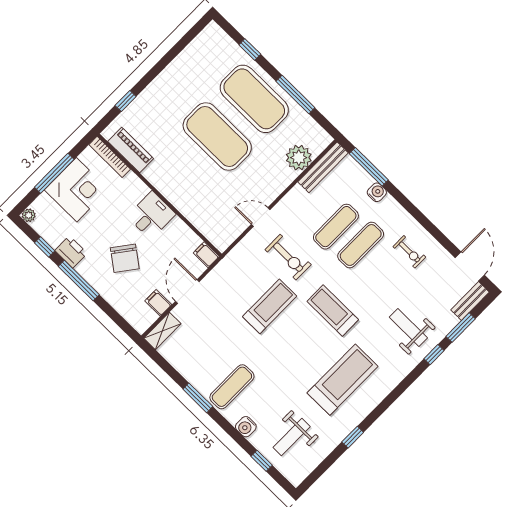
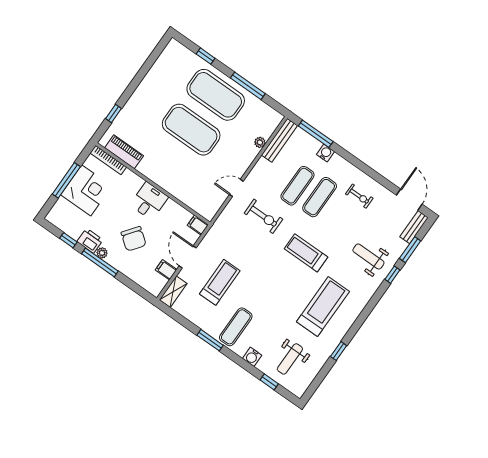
plant: (299, 158) -> (260, 142), width x0.53, depth x0.53
plant: (29, 215) -> (102, 253), moved
treadmill: (270, 306) -> (220, 282), moved

